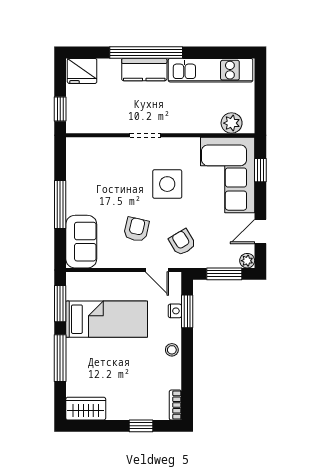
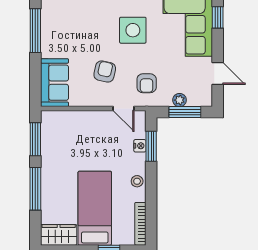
window: (60, 205) -> (35, 31), moved
door: (260, 232) -> (218, 73), swing flipped
armchair: (182, 242) -> (147, 83), turned -149
plant: (247, 261) -> (180, 100), moved
bed: (107, 319) -> (95, 208), moved, turned -90
bookcase: (175, 405) -> (140, 224), width x1.56

